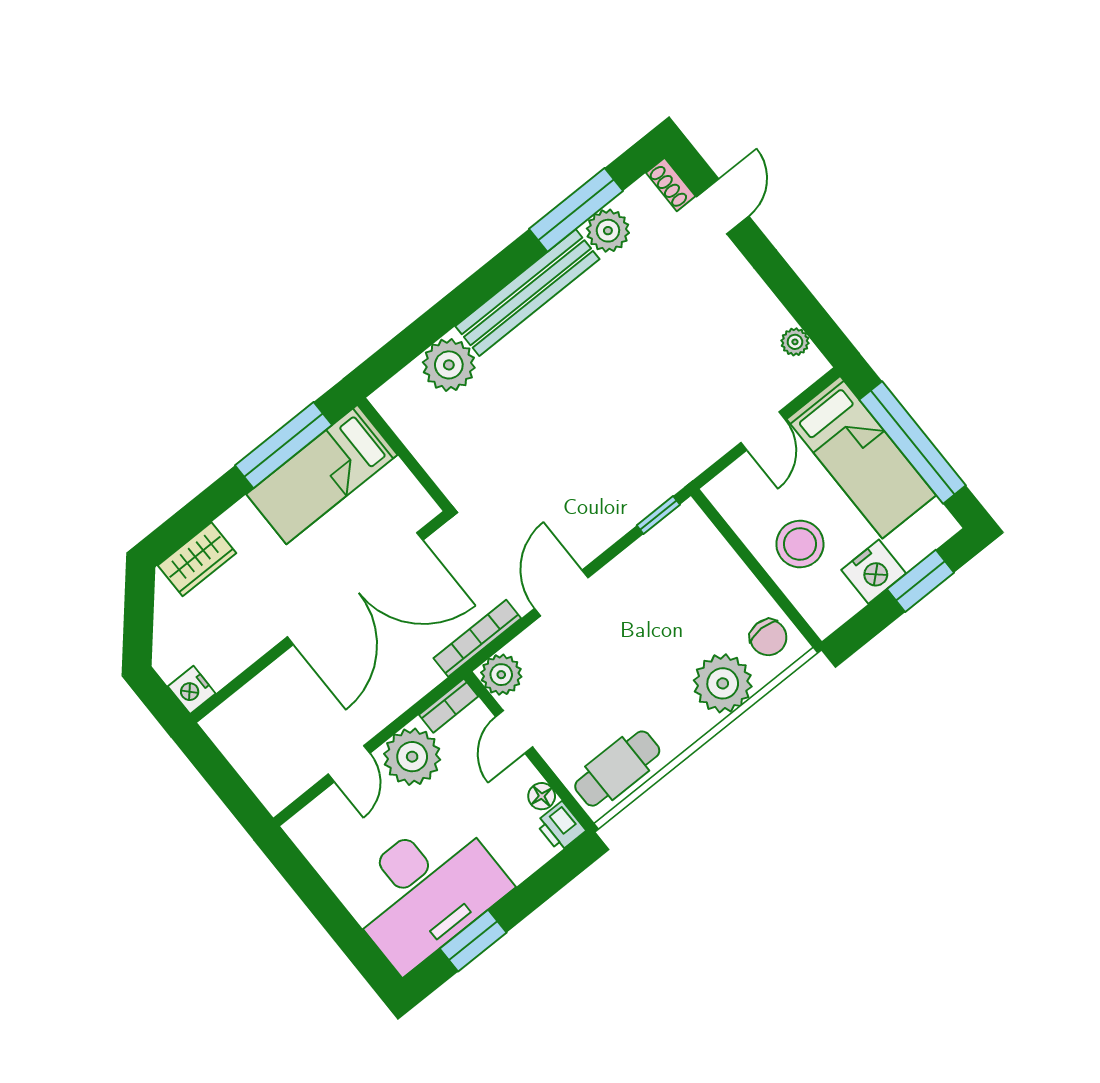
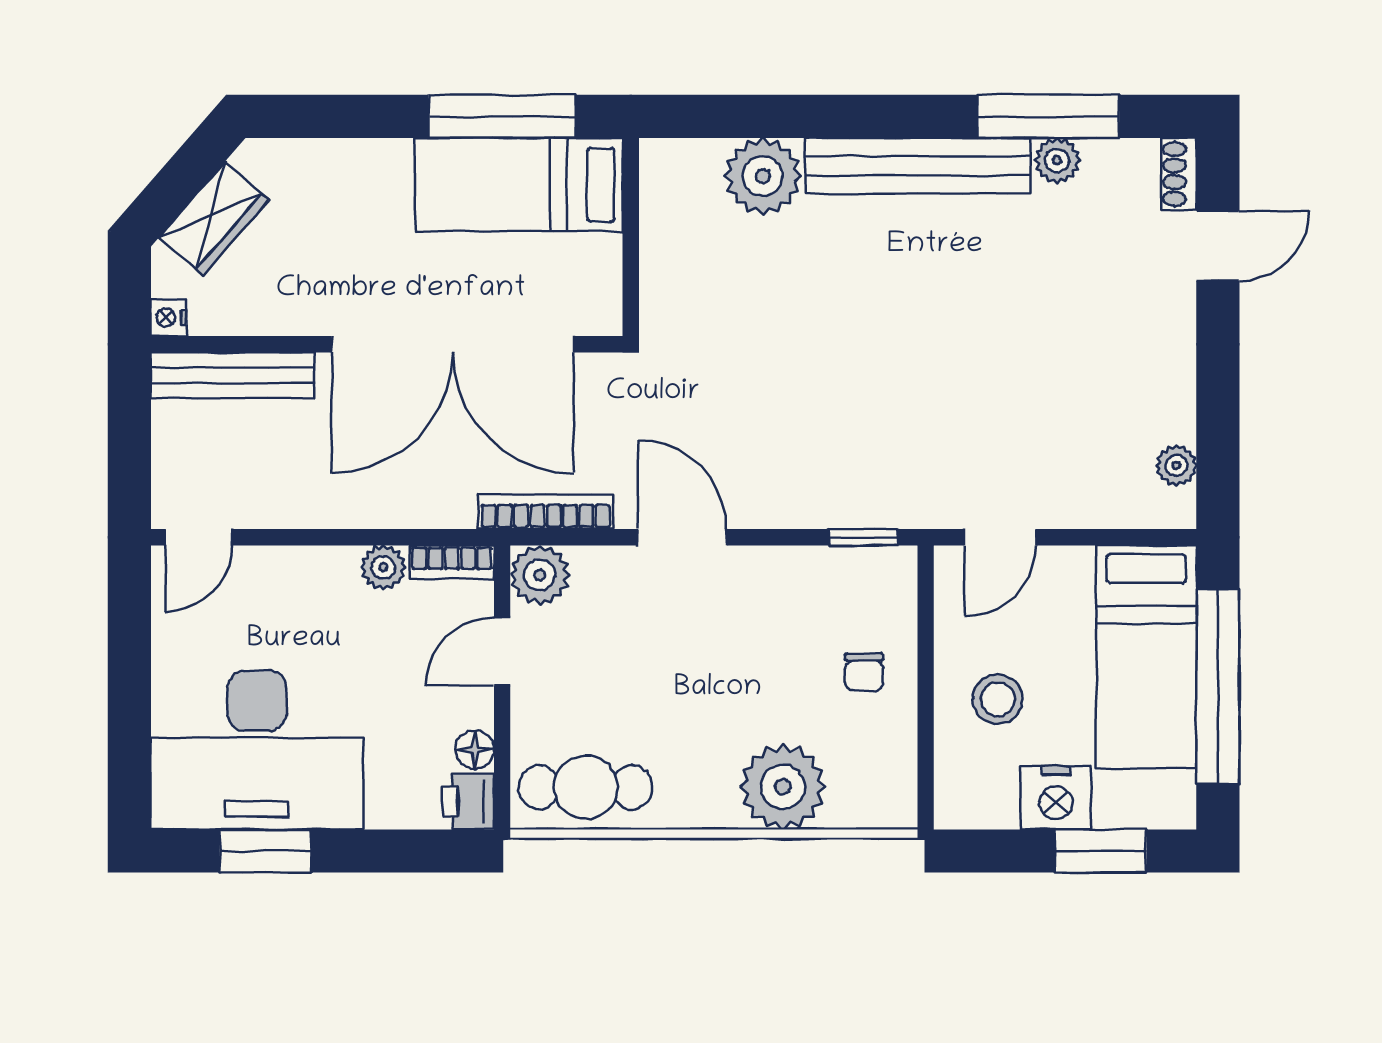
plant: (608, 231) -> (1057, 160), width x0.73, depth x0.73
door: (763, 431) -> (1000, 537), moved
stool: (800, 544) -> (998, 699), width x0.73, depth x0.73
wardrobe: (197, 559) -> (214, 219), moved, turned -49
door: (561, 593) -> (682, 537), hinge flipped
chair: (768, 637) -> (864, 672), moved, width x0.73, depth x0.73
nightstand: (192, 690) -> (169, 317), width x0.72, depth x0.74
bench: (251, 700) -> (233, 375), added
plant: (412, 757) -> (383, 567), width x0.53, depth x0.53
door: (349, 764) -> (199, 537), moved

